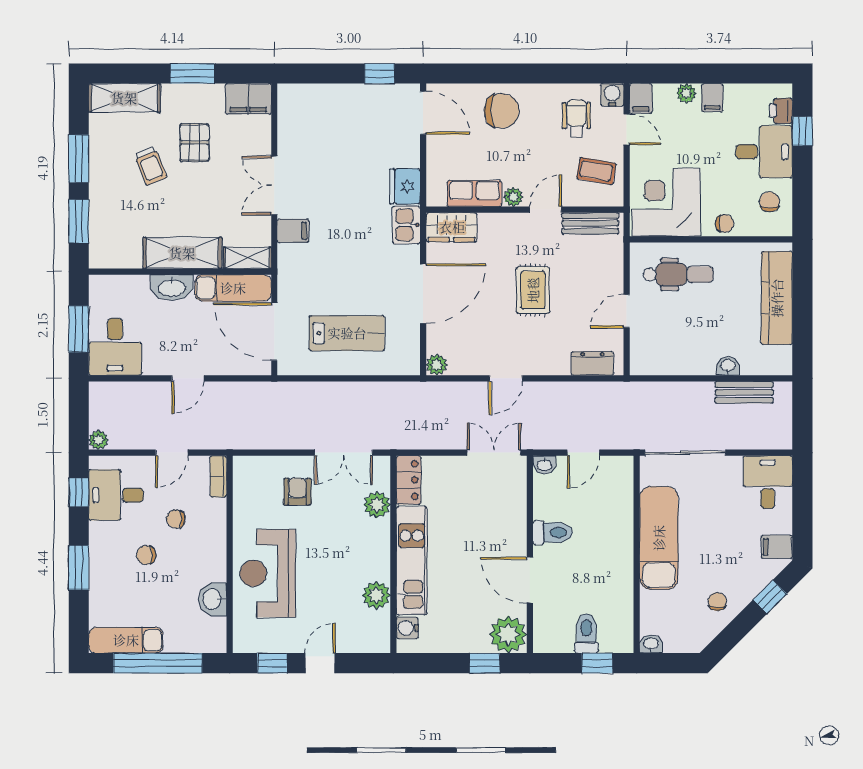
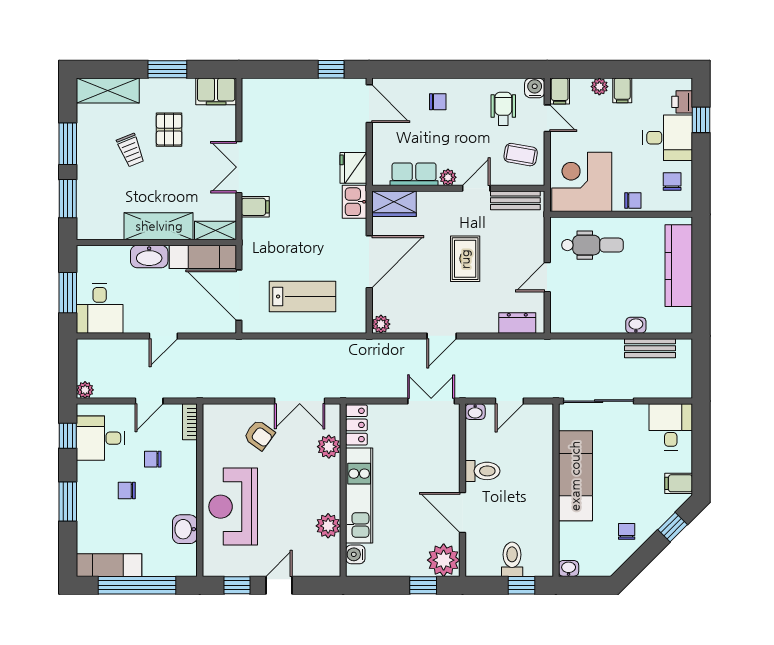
chair: (502, 111) -> (438, 102), width x0.54, depth x0.54
armchair: (297, 492) -> (259, 435), turned 126

